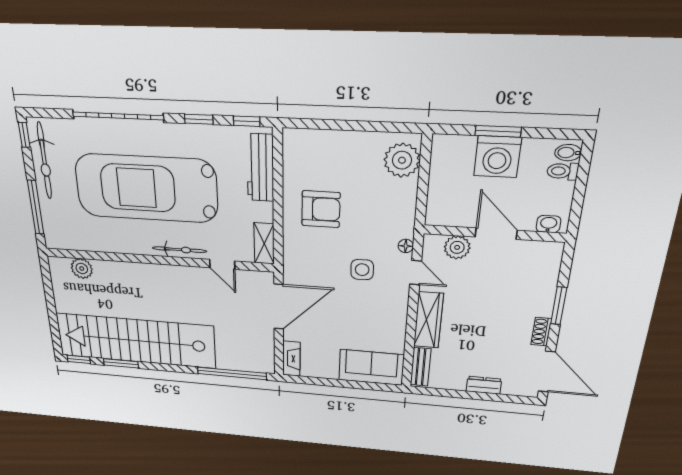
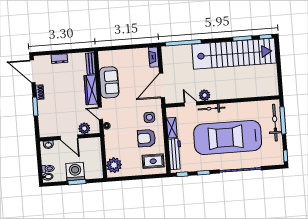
rug: (311, 158) -> (153, 161), added
bicycle: (44, 161) -> (275, 123), moved
car: (146, 188) -> (228, 137), turned 180
shelving: (264, 244) -> (172, 128), moved
plant: (82, 268) -> (205, 95), moved
side table: (362, 270) -> (149, 117), moved
sofa: (371, 367) -> (109, 82), moved, turned -90

